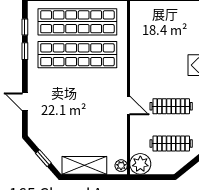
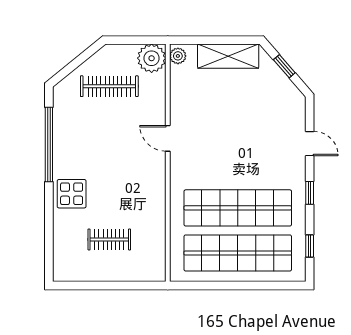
window: (25, 51) -> (310, 193), moved
clothes rail: (171, 106) -> (109, 239), moved, width x0.73

